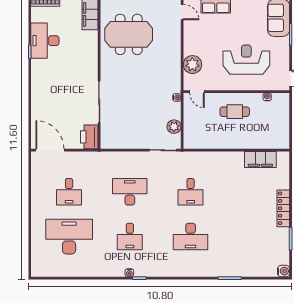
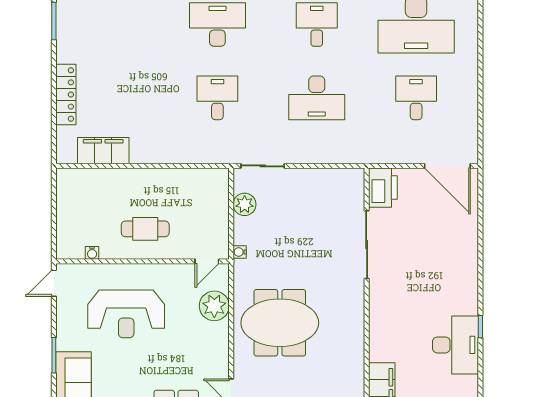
meeting table: (129, 34) -> (280, 323), moved
door: (197, 92) -> (207, 261), swing flipped
locker: (283, 208) -> (66, 94), moved

